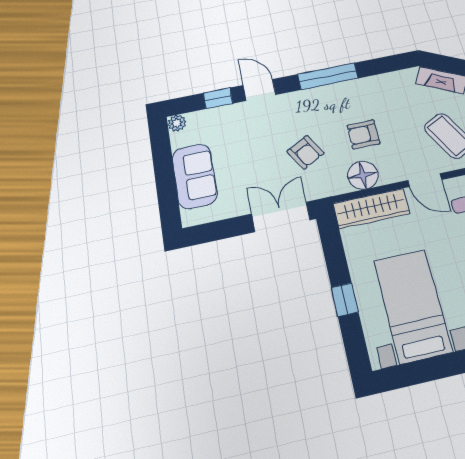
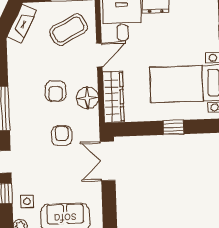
side table: (211, 126) -> (27, 201), added
armchair: (305, 152) -> (62, 136), turned -61

